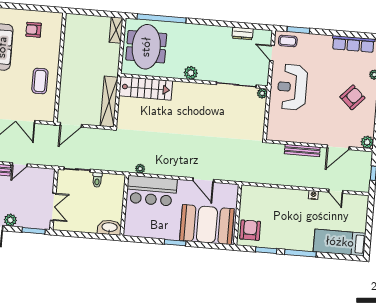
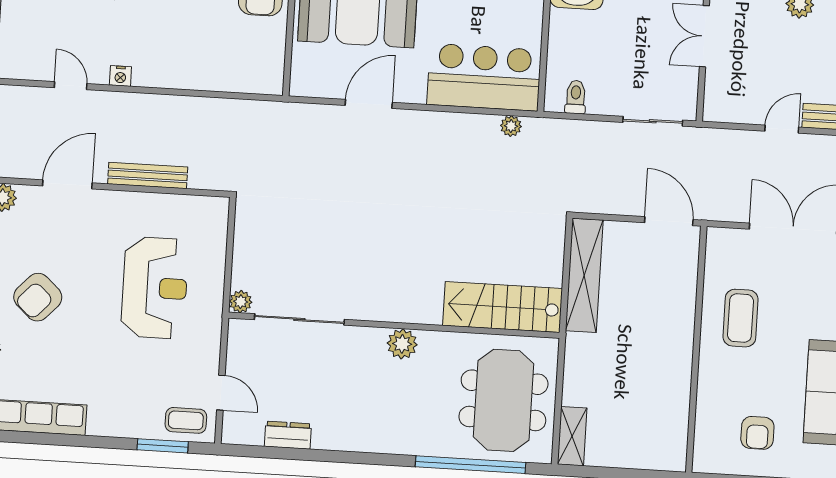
armchair: (34, 30) -> (757, 433), turned 90
reception desk: (292, 87) -> (155, 288), moved
door: (71, 125) -> (669, 221), hinge flipped
toilet: (97, 180) -> (576, 97), moved
door: (203, 180) -> (369, 104), hinge flipped

